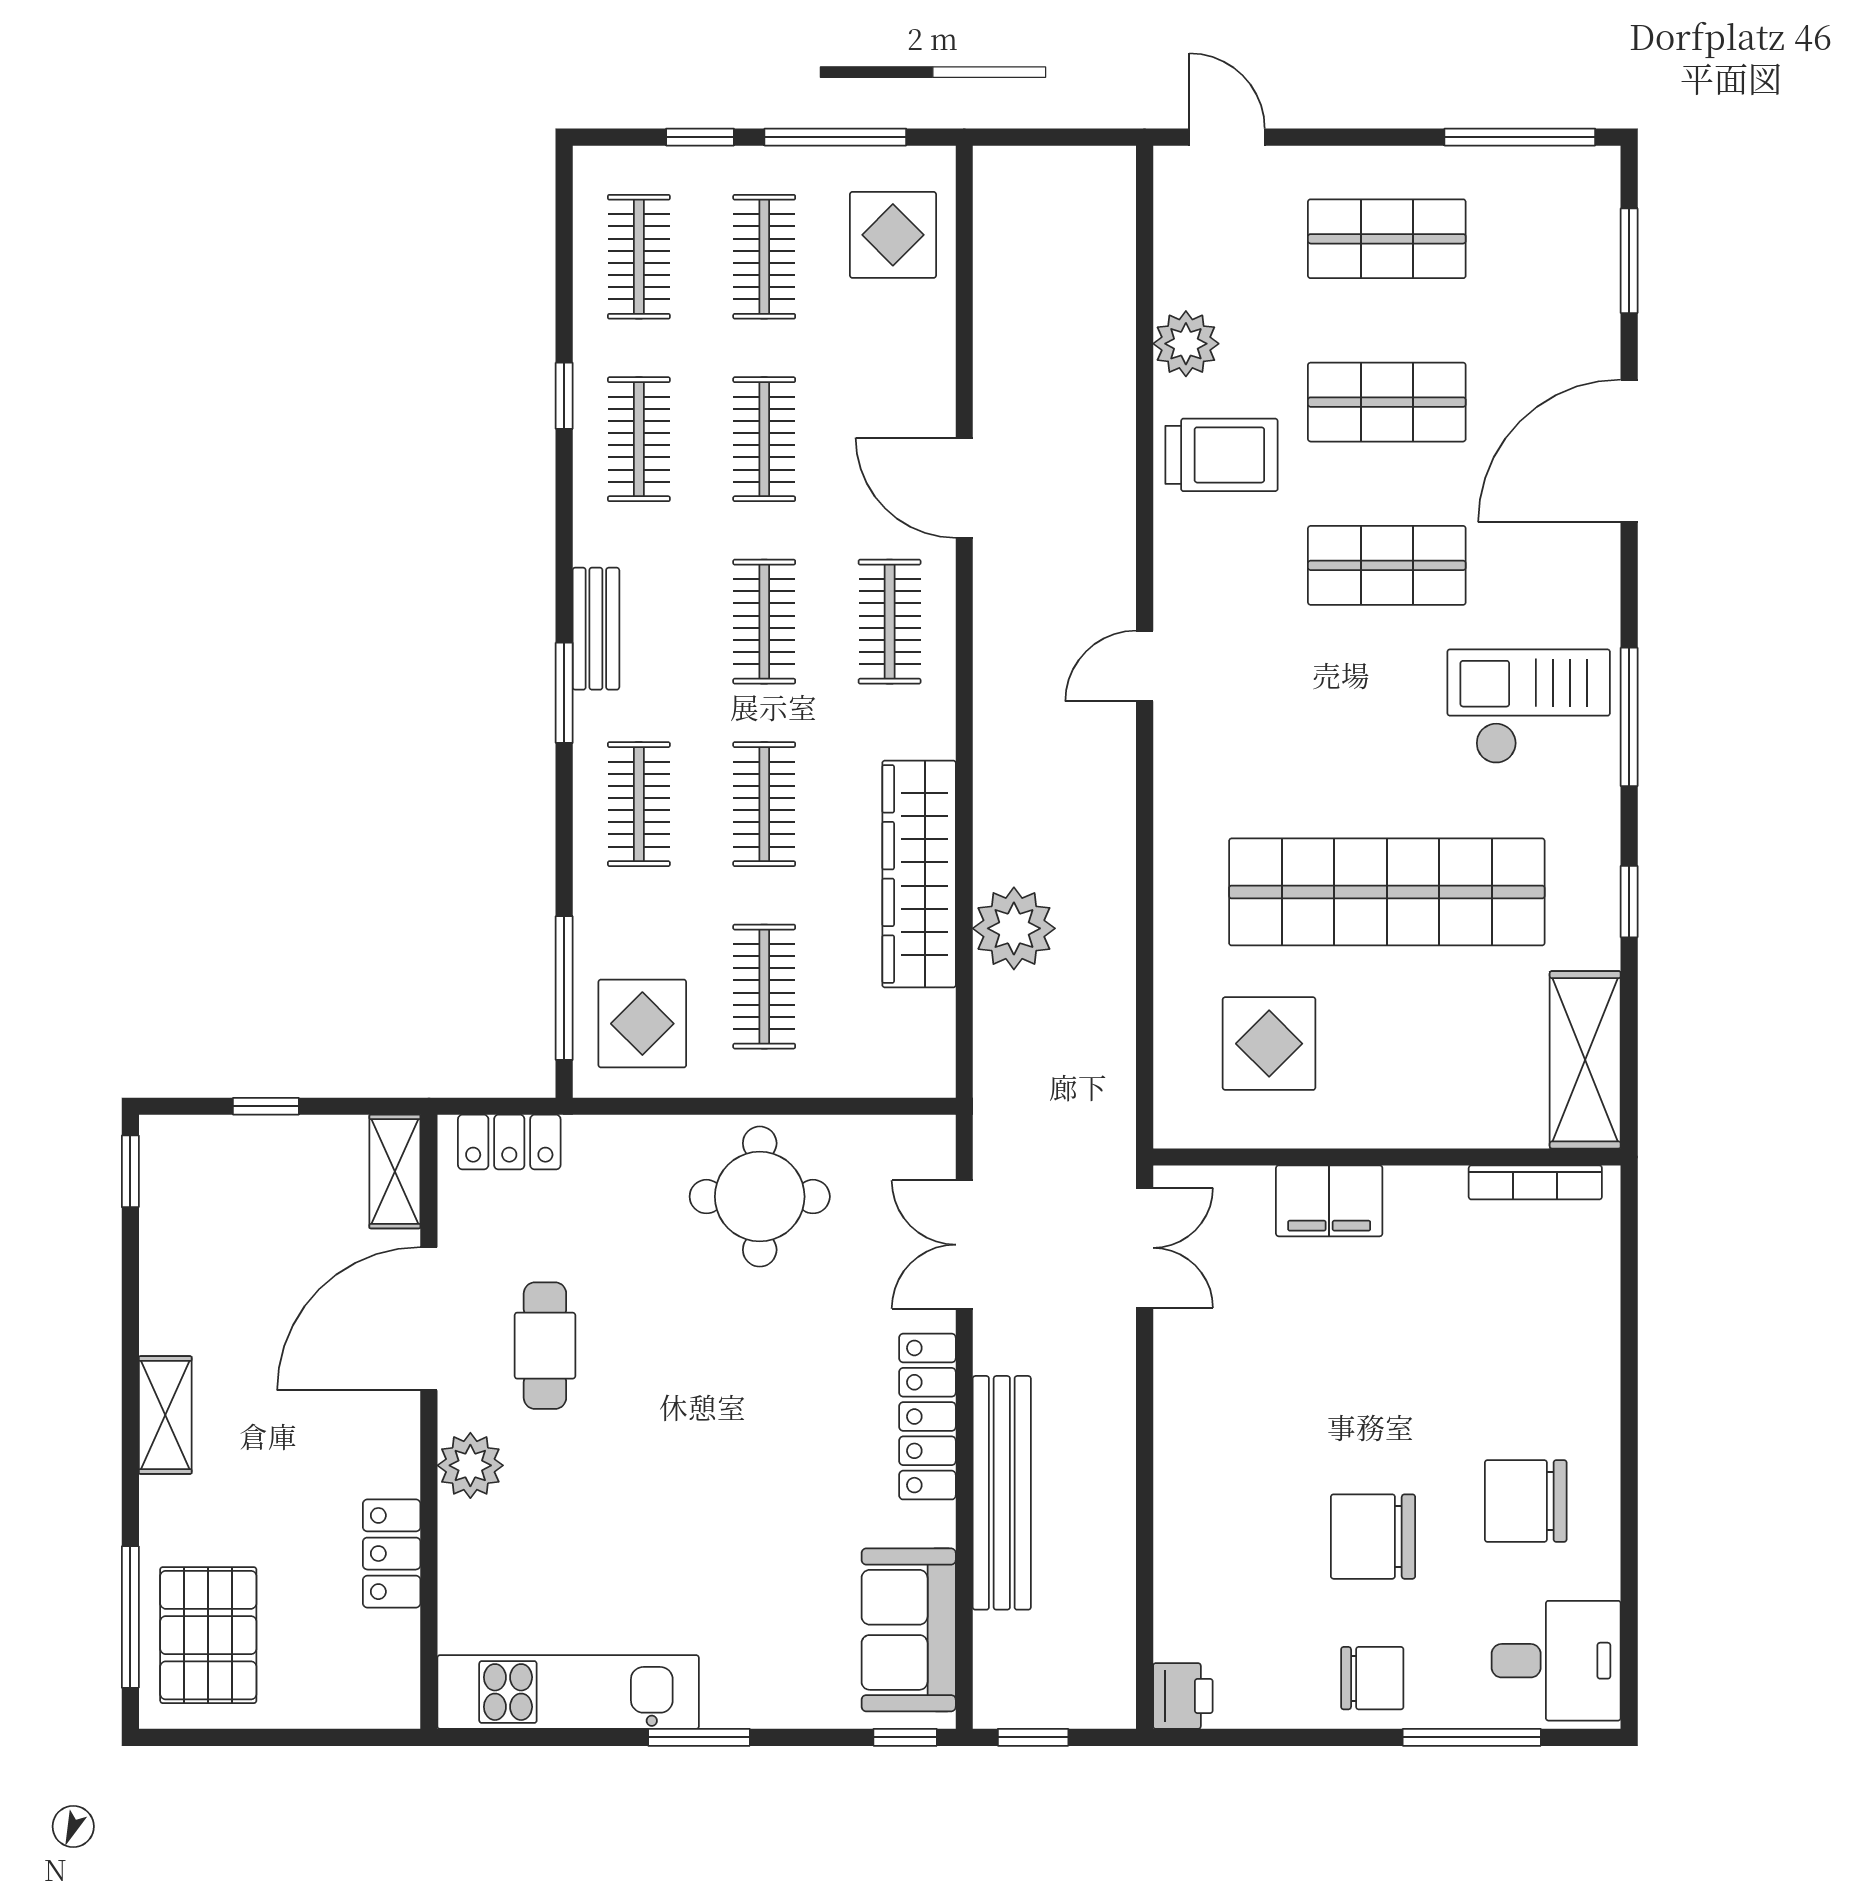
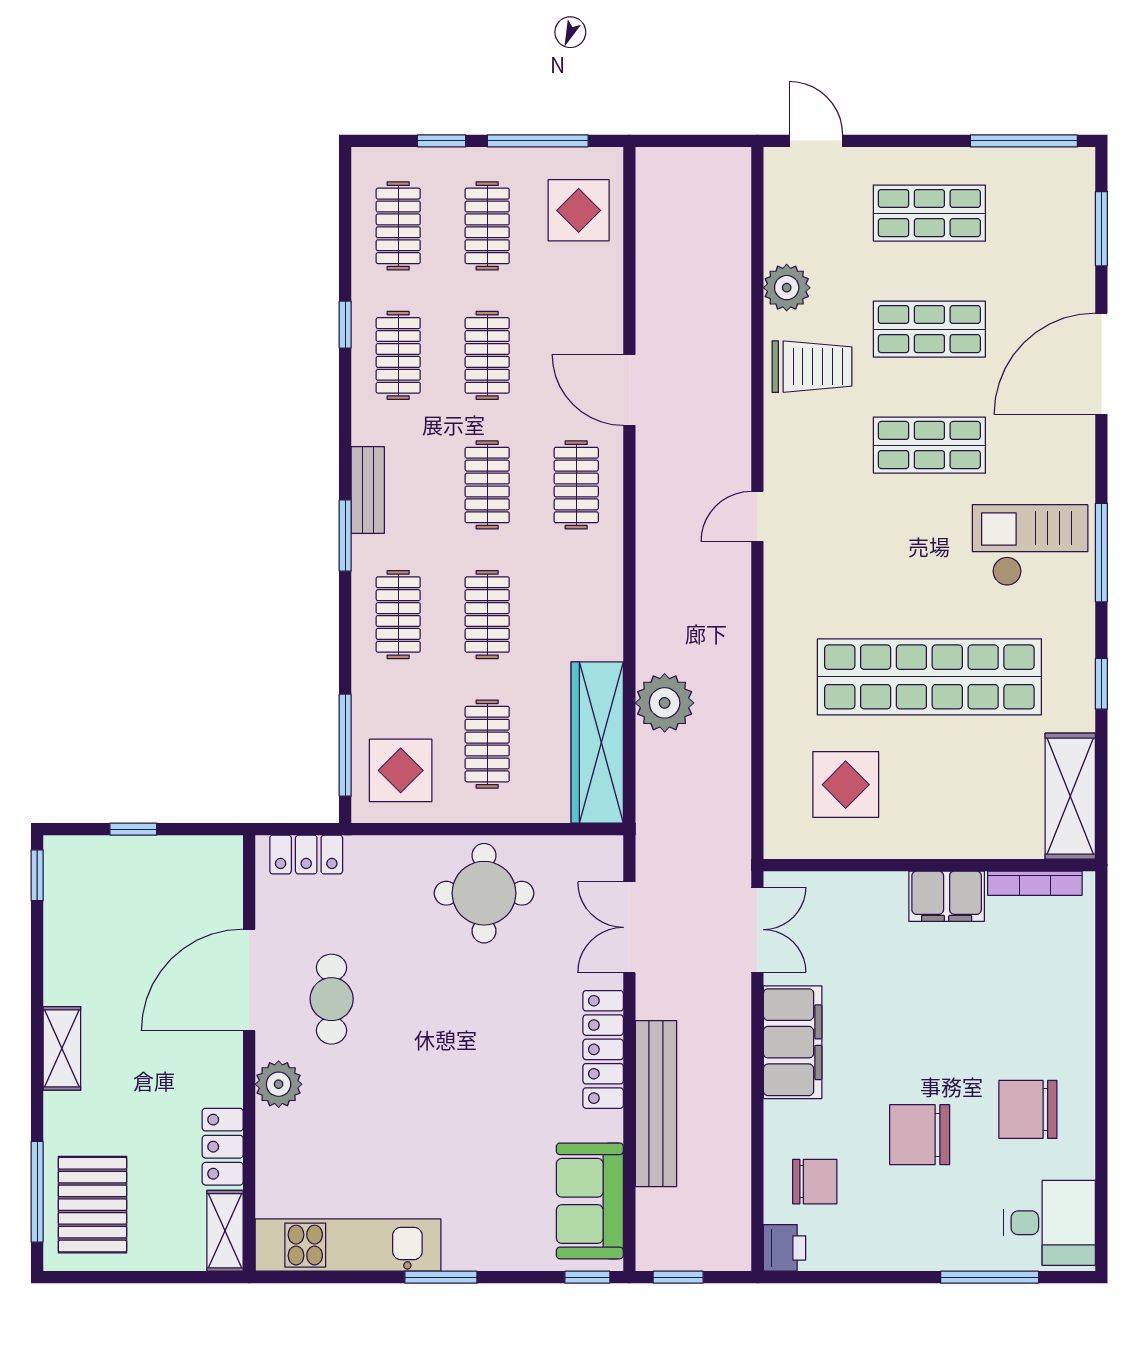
wardrobe: (919, 874) -> (597, 743), moved
shelving: (395, 1172) -> (225, 1231), moved
filing cabinet: (1329, 1201) -> (947, 896), moved
filing cabinet: (1194, 1406) -> (793, 1042), added
chair: (1372, 1678) -> (815, 1182), moved

